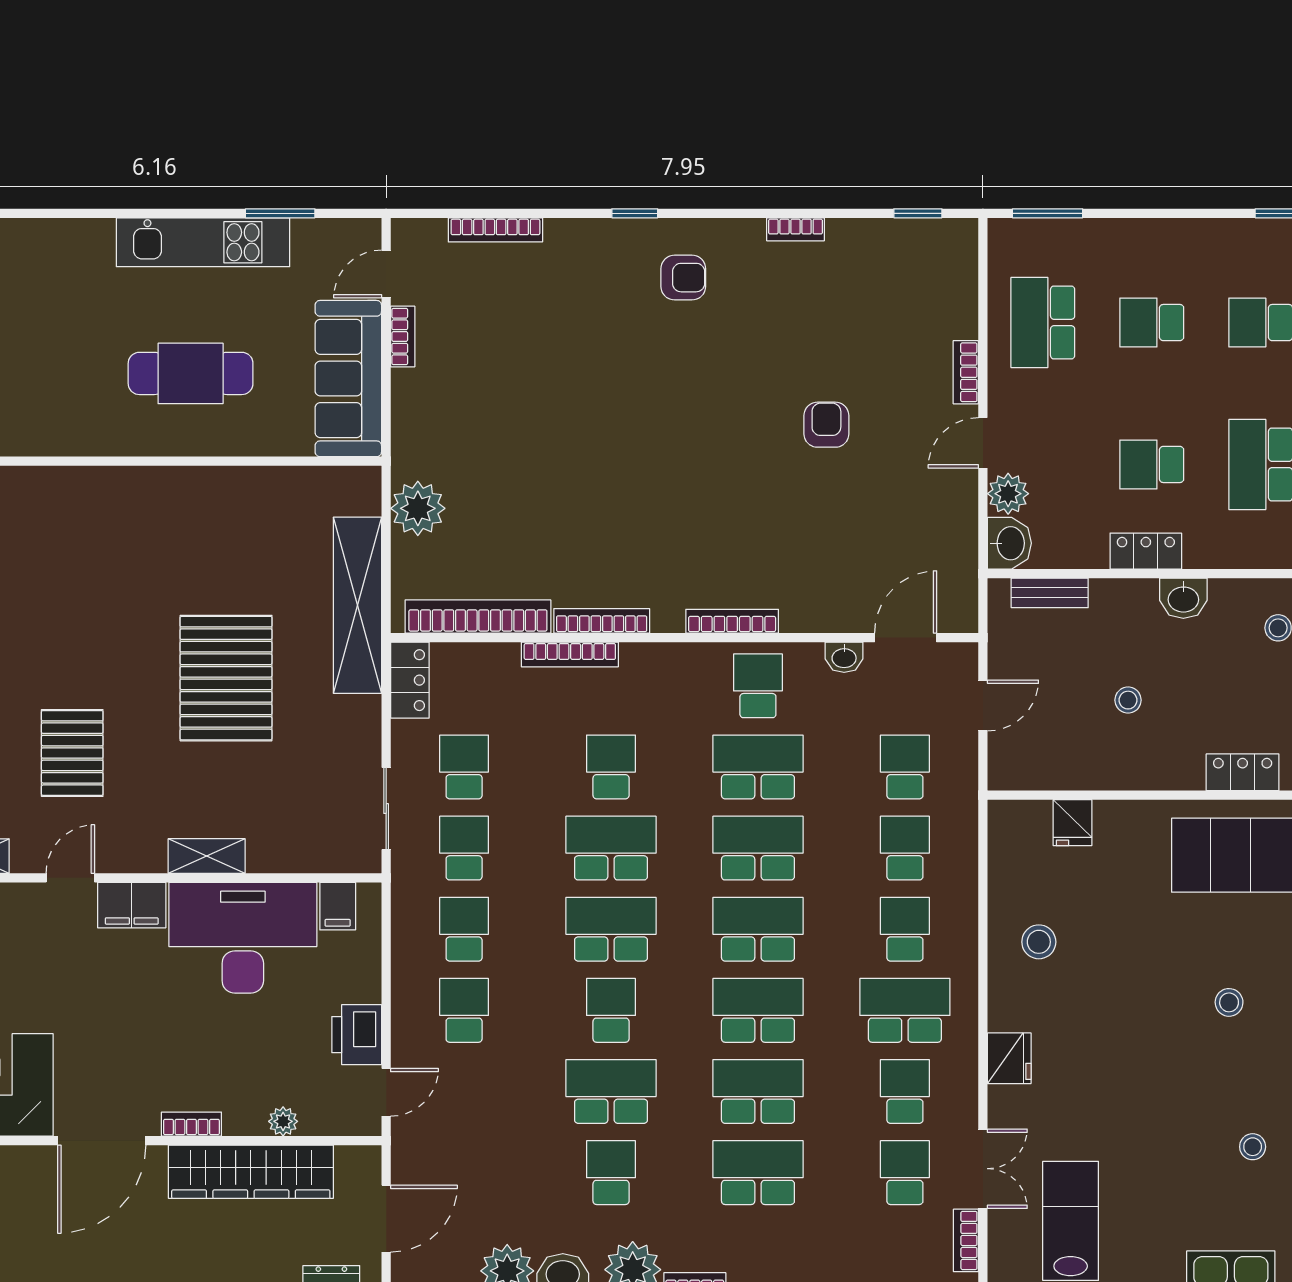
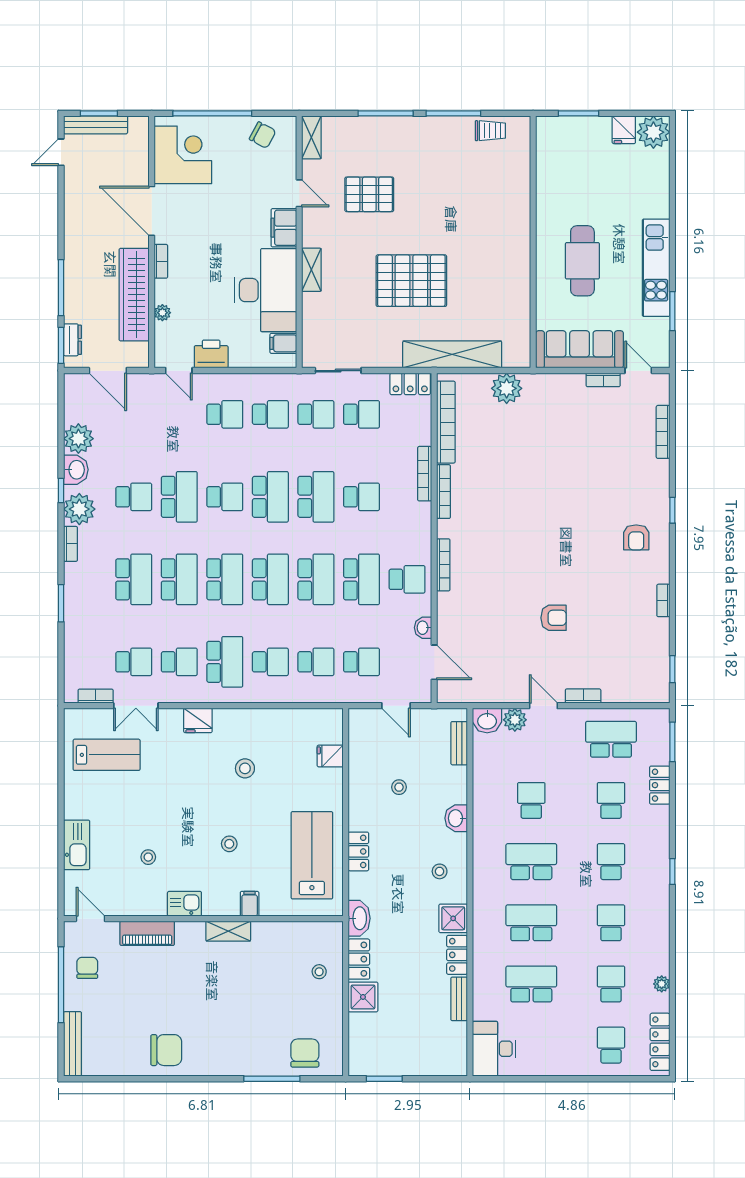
locker: (1146, 551) -> (660, 785), moved, turned 180
stool: (1039, 942) -> (245, 768), moved

